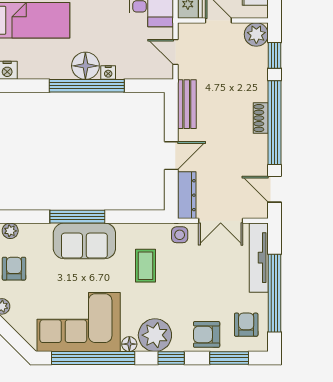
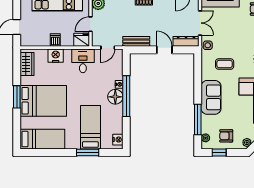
window: (77, 217) -> (198, 119), moved

